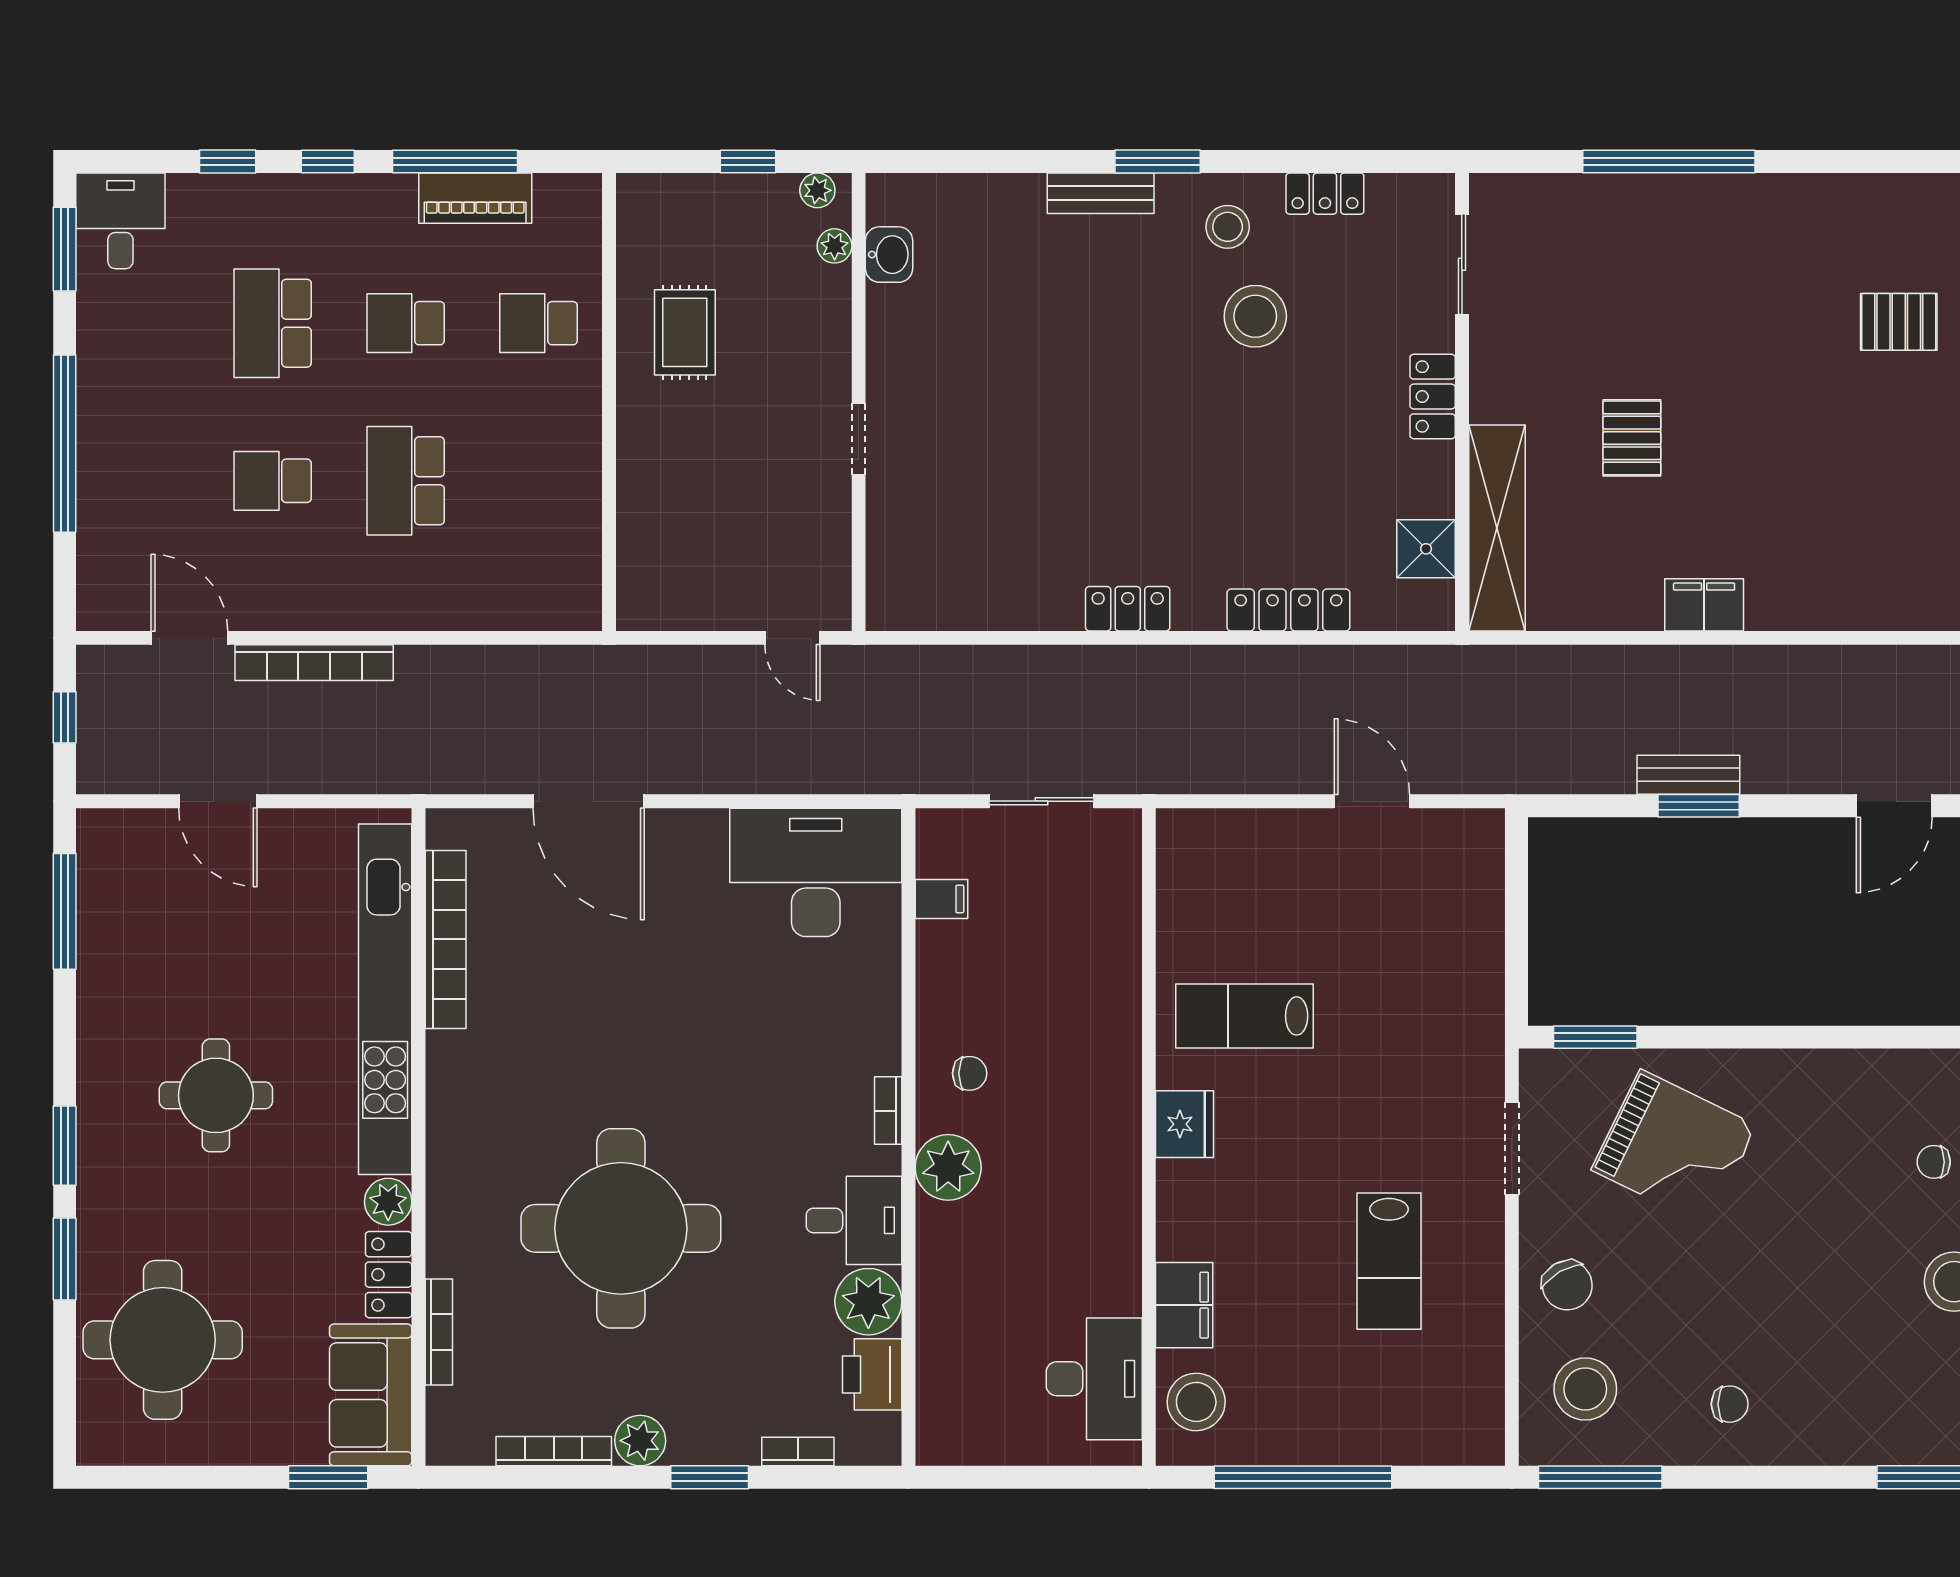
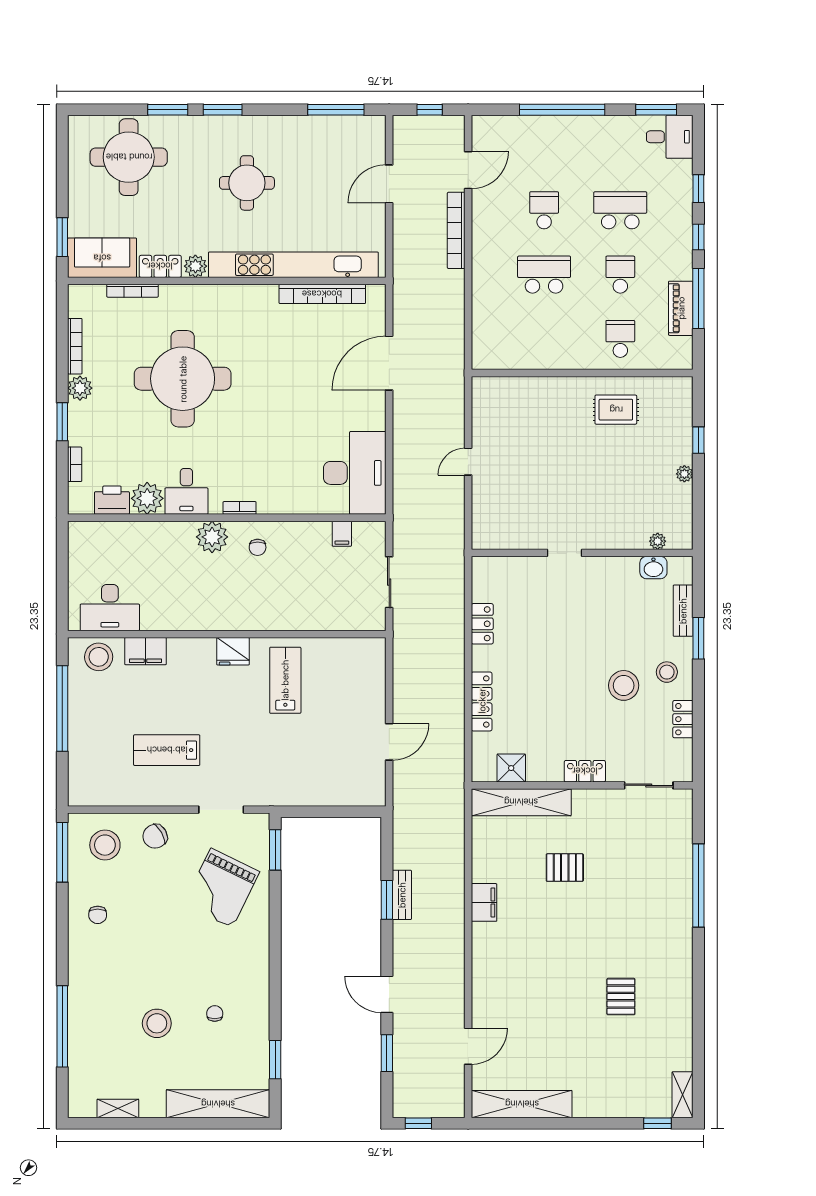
plant: (835, 246) -> (658, 541), moved
washbasin: (889, 255) -> (653, 568), moved
wall: (859, 402) -> (582, 553), moved
doorway: (859, 439) -> (564, 553), moved

